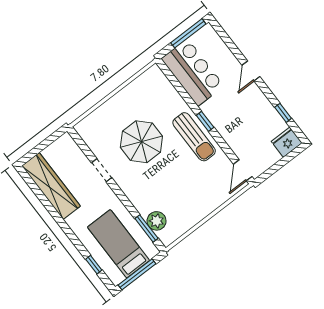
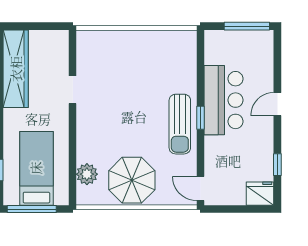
bar counter: (193, 72) -> (224, 100), moved
parasol: (141, 142) -> (132, 180), moved
door: (243, 170) -> (201, 189), hinge flipped
window: (146, 228) -> (73, 174), removed

